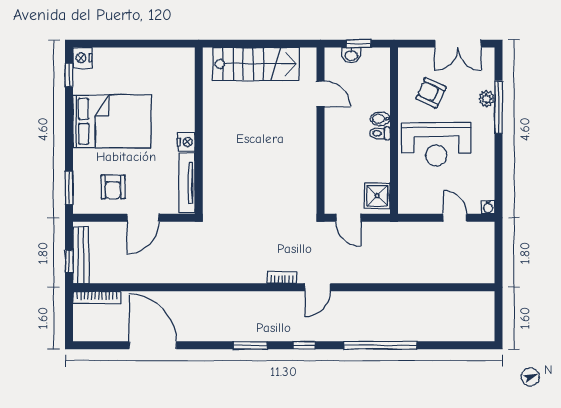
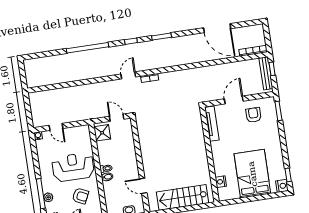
bed: (112, 121) -> (252, 174), moved, turned 90
nightstand: (186, 142) -> (221, 182), moved

